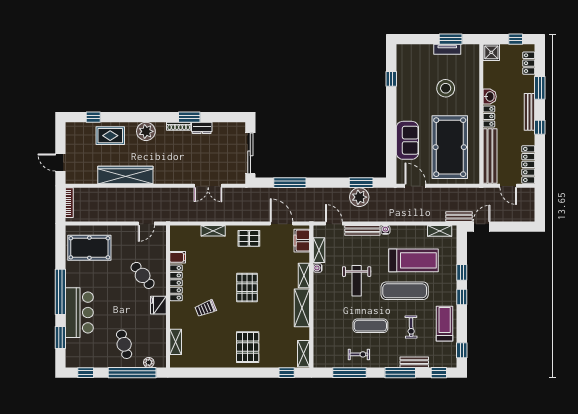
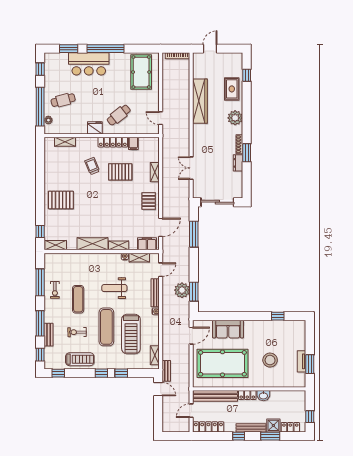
shower: (491, 52) -> (273, 425), moved
pallet: (247, 288) -> (120, 172), moved

